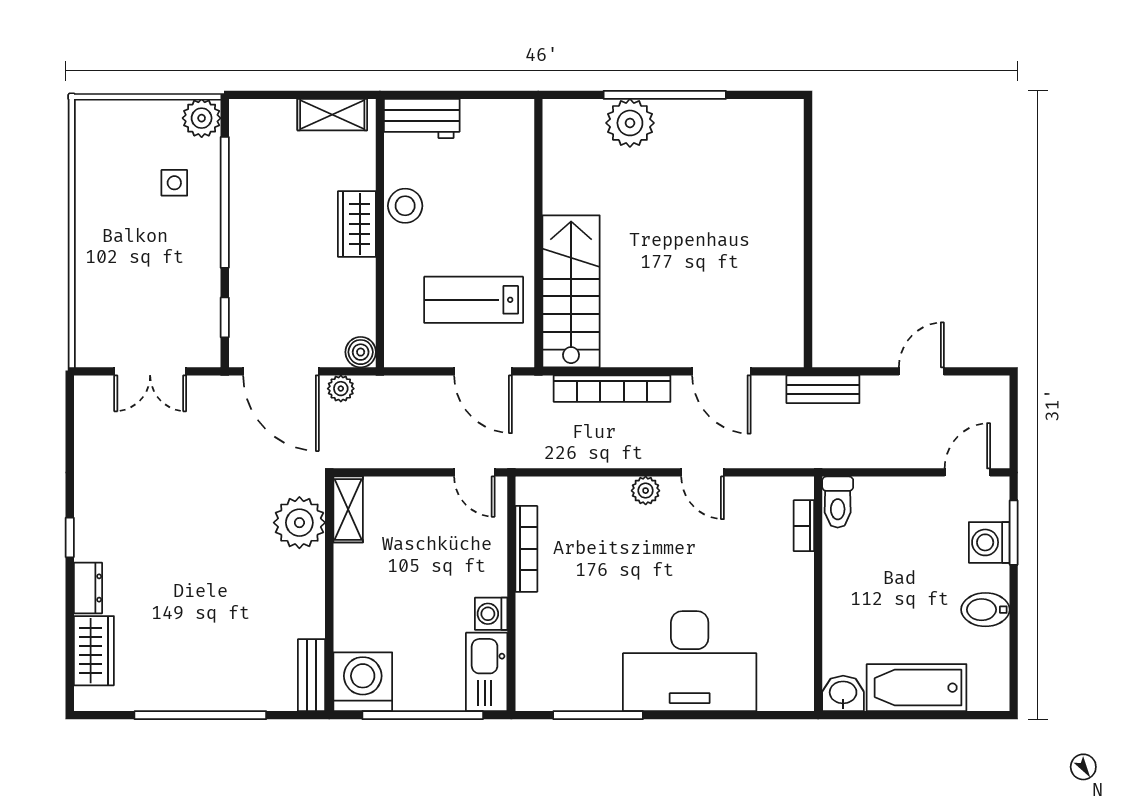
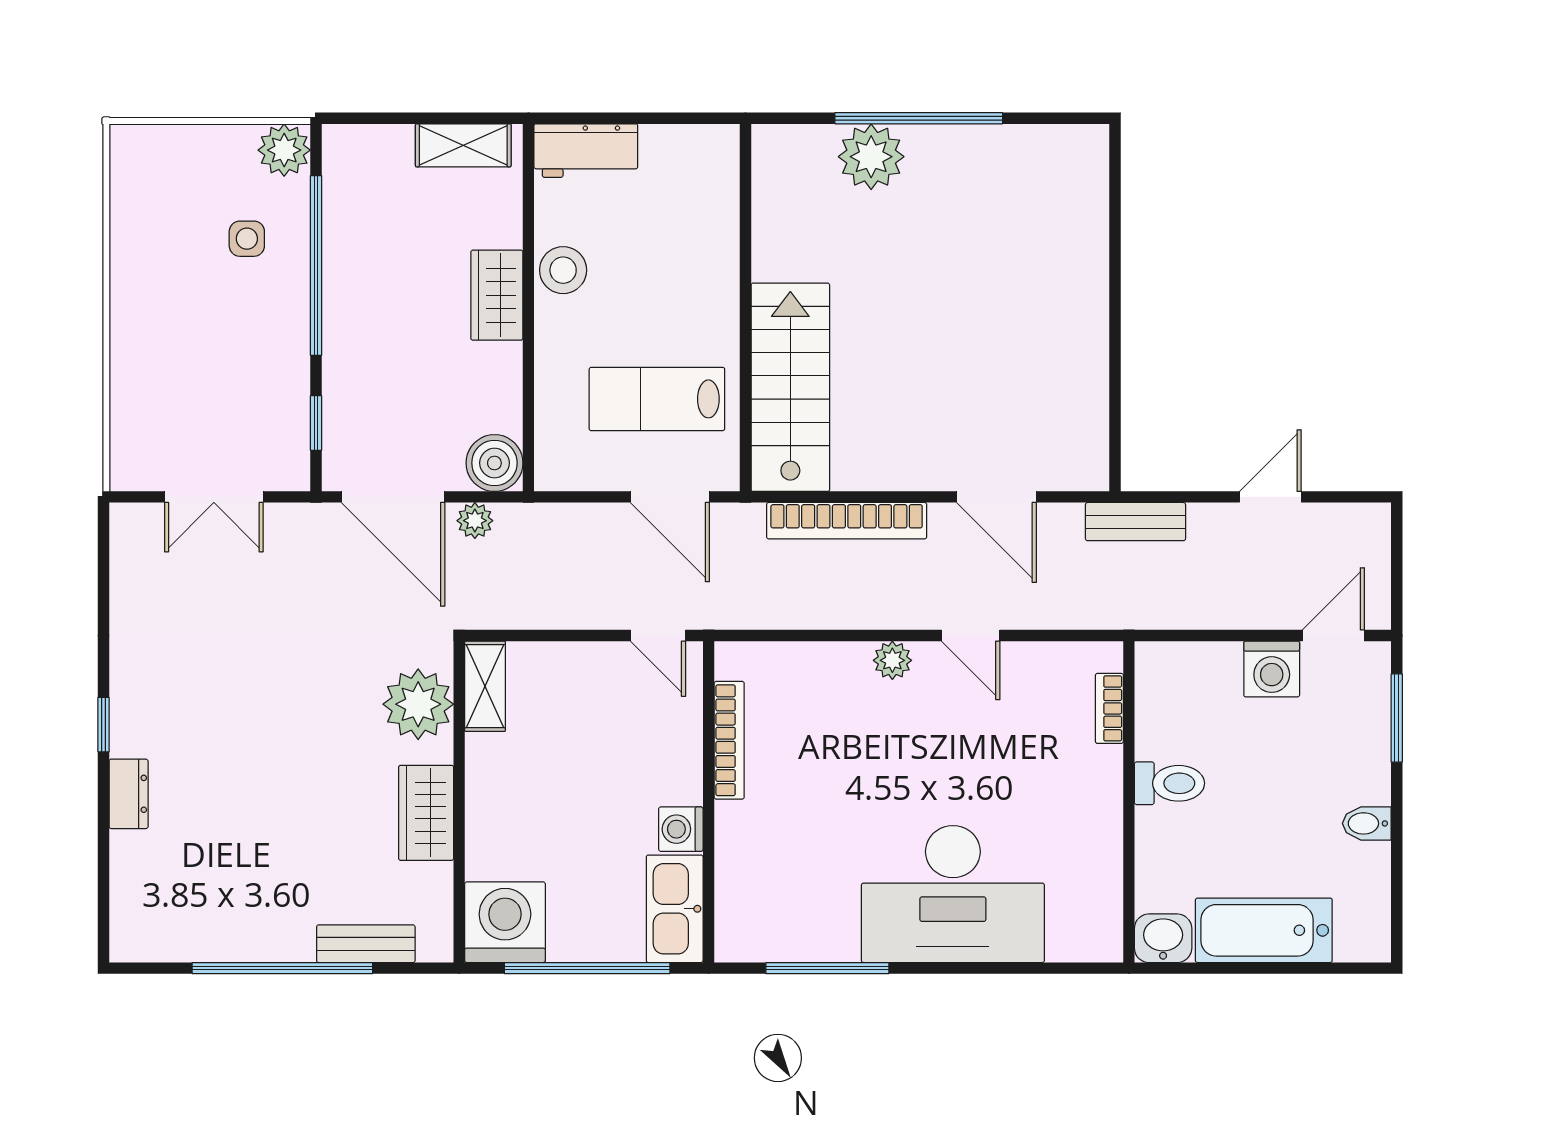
boiler: (361, 352) -> (494, 463), width x1.36, depth x1.36
toilet: (838, 502) -> (1169, 783), moved, turned -90
washing machine: (989, 542) -> (1272, 669), moved, turned -90
bidet: (985, 610) -> (1367, 823), width x0.72, depth x0.74
wardrobe: (94, 651) -> (426, 813), moved, turned 180
bench: (312, 675) -> (366, 944), moved, turned 90

